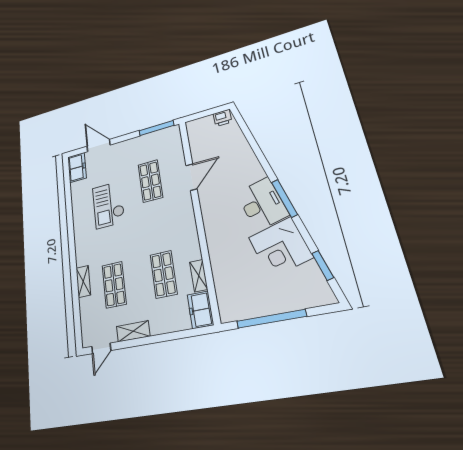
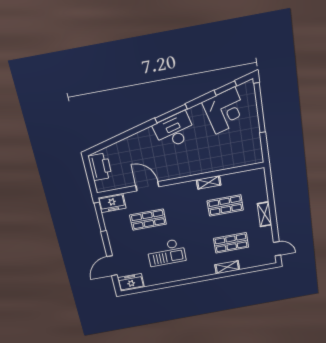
printer: (222, 118) -> (100, 167), width x1.87, depth x1.48
corner desk: (280, 247) -> (225, 111), moved
shelving: (199, 276) -> (209, 182), moved
freezer: (200, 310) -> (112, 203), moved
window: (271, 319) -> (260, 108), moved
shelving: (133, 331) -> (265, 214), moved

